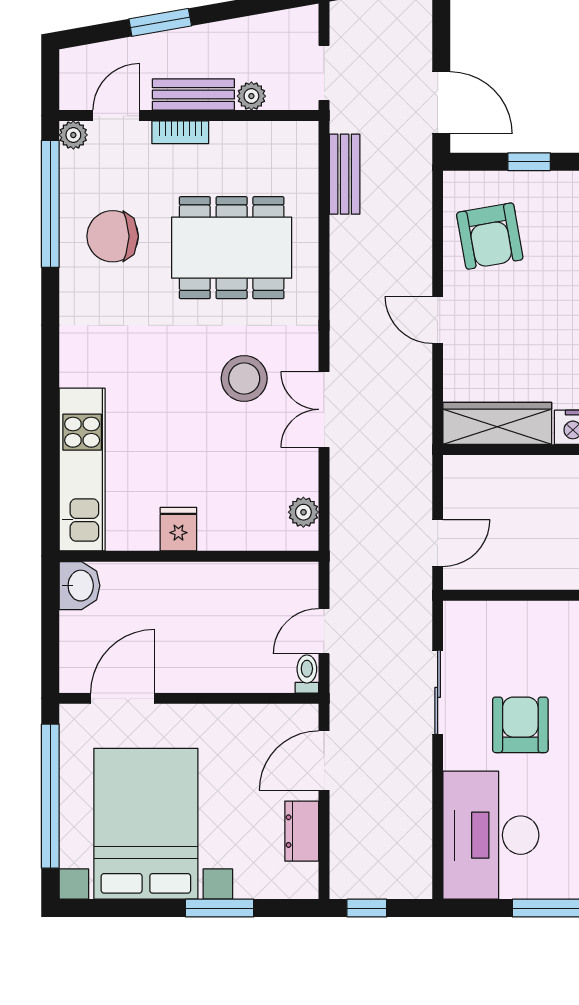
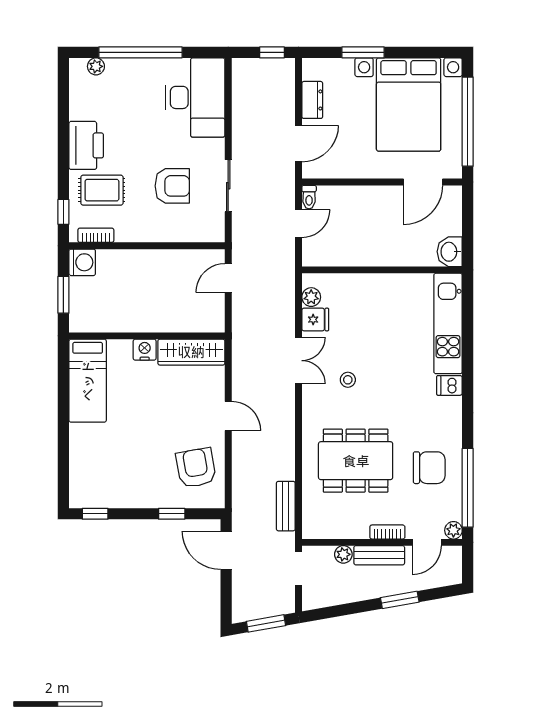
dishwasher: (80, 369) -> (449, 385), added
stool: (244, 378) -> (348, 380), width x0.53, depth x0.53
fridge: (178, 529) -> (315, 320), moved, turned -90
armchair: (520, 725) -> (172, 186), moved, turned -90

